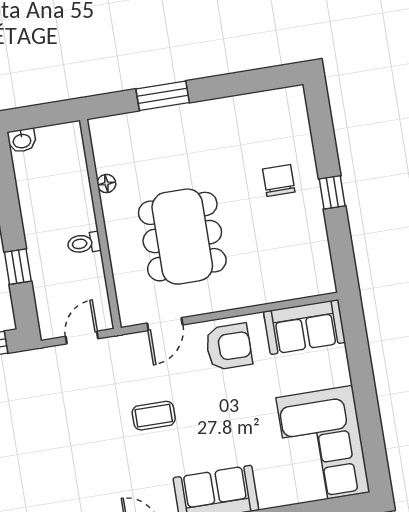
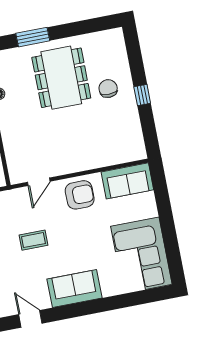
dining table: (182, 237) -> (61, 78), moved

